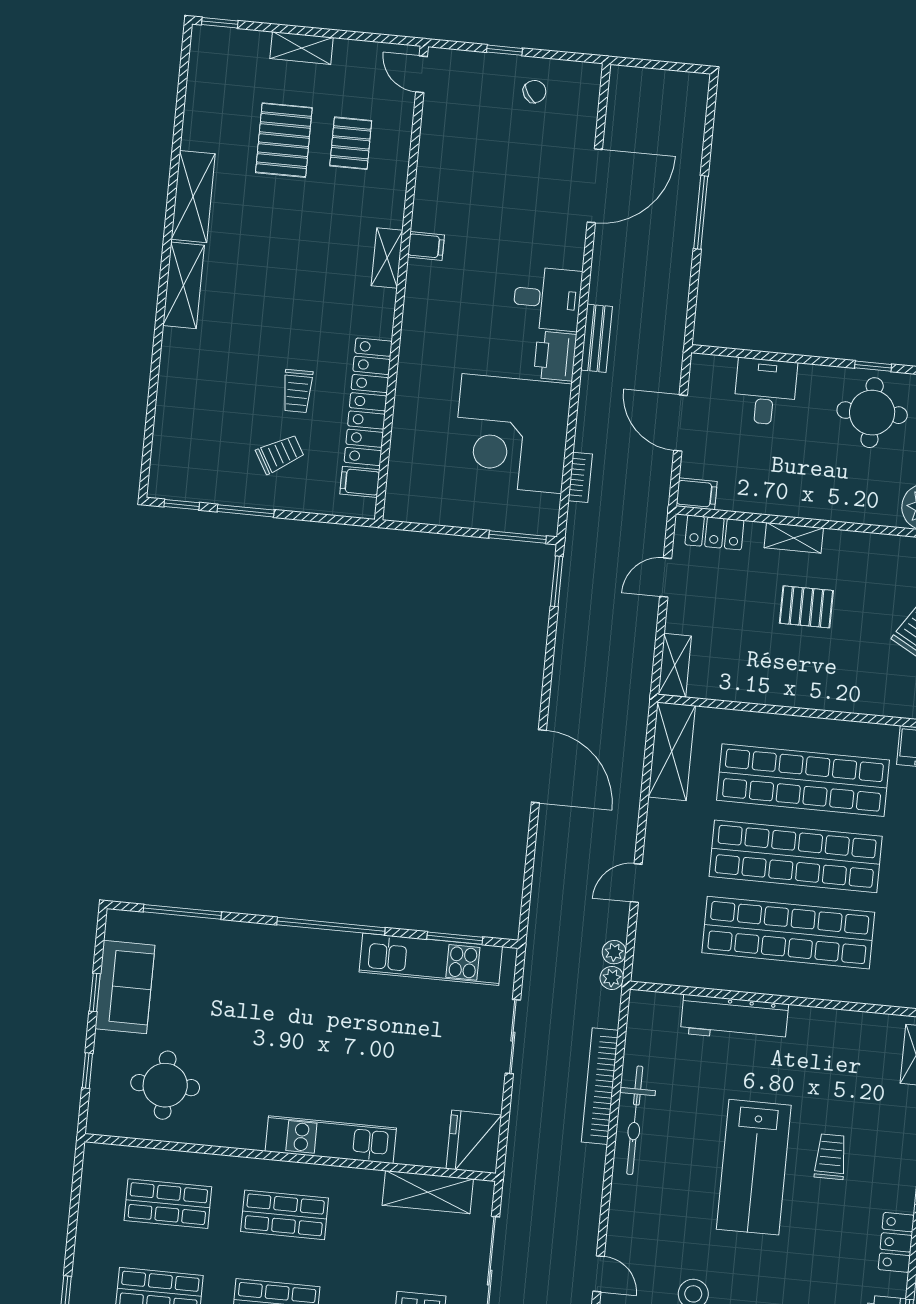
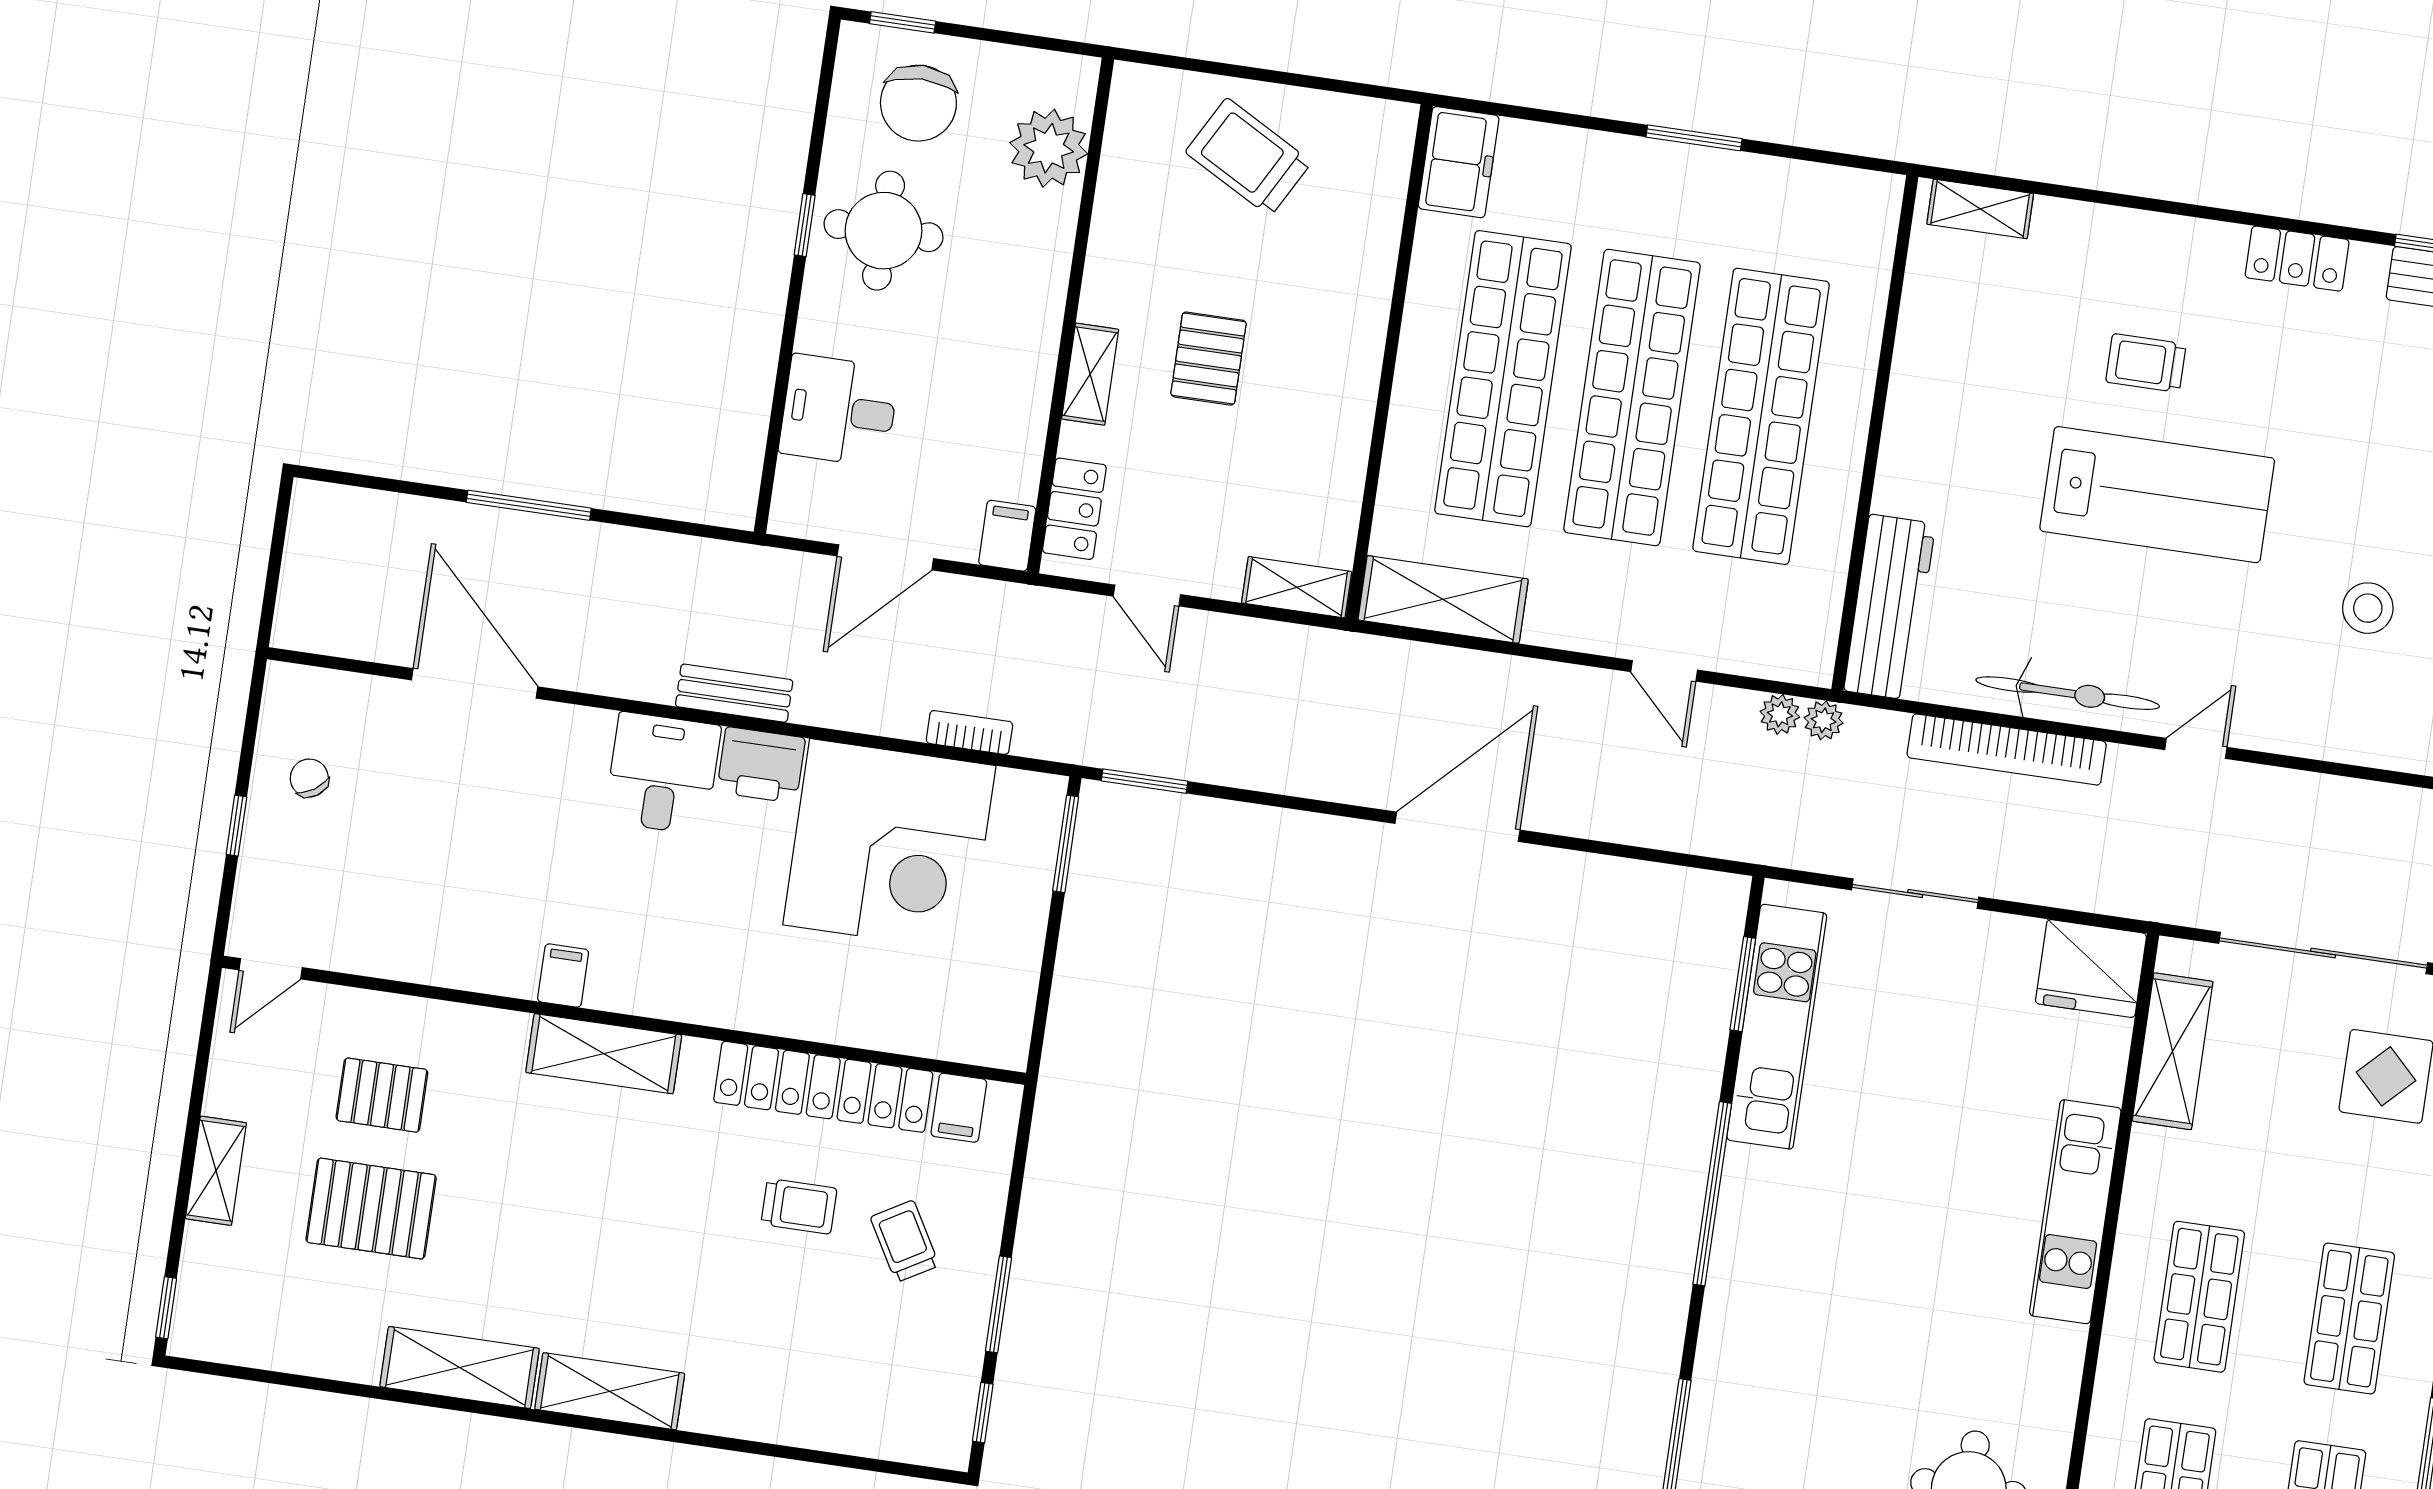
shelving: (387, 258) -> (604, 1054), width x1.50, depth x1.33
workbench: (734, 1019) -> (1890, 607), moved
door: (599, 1274) -> (2196, 748), moved

